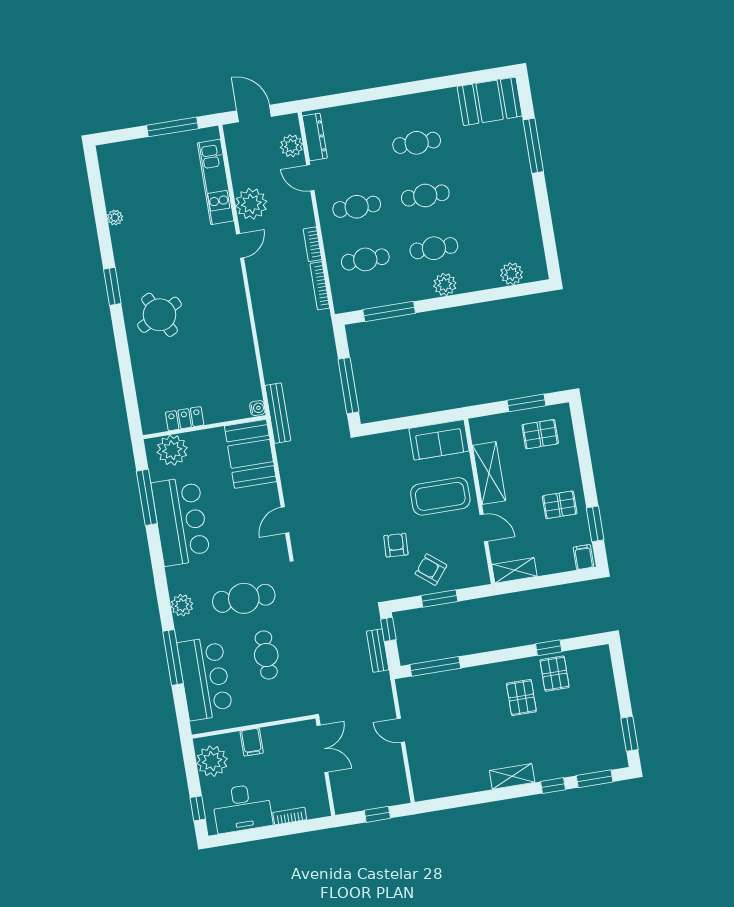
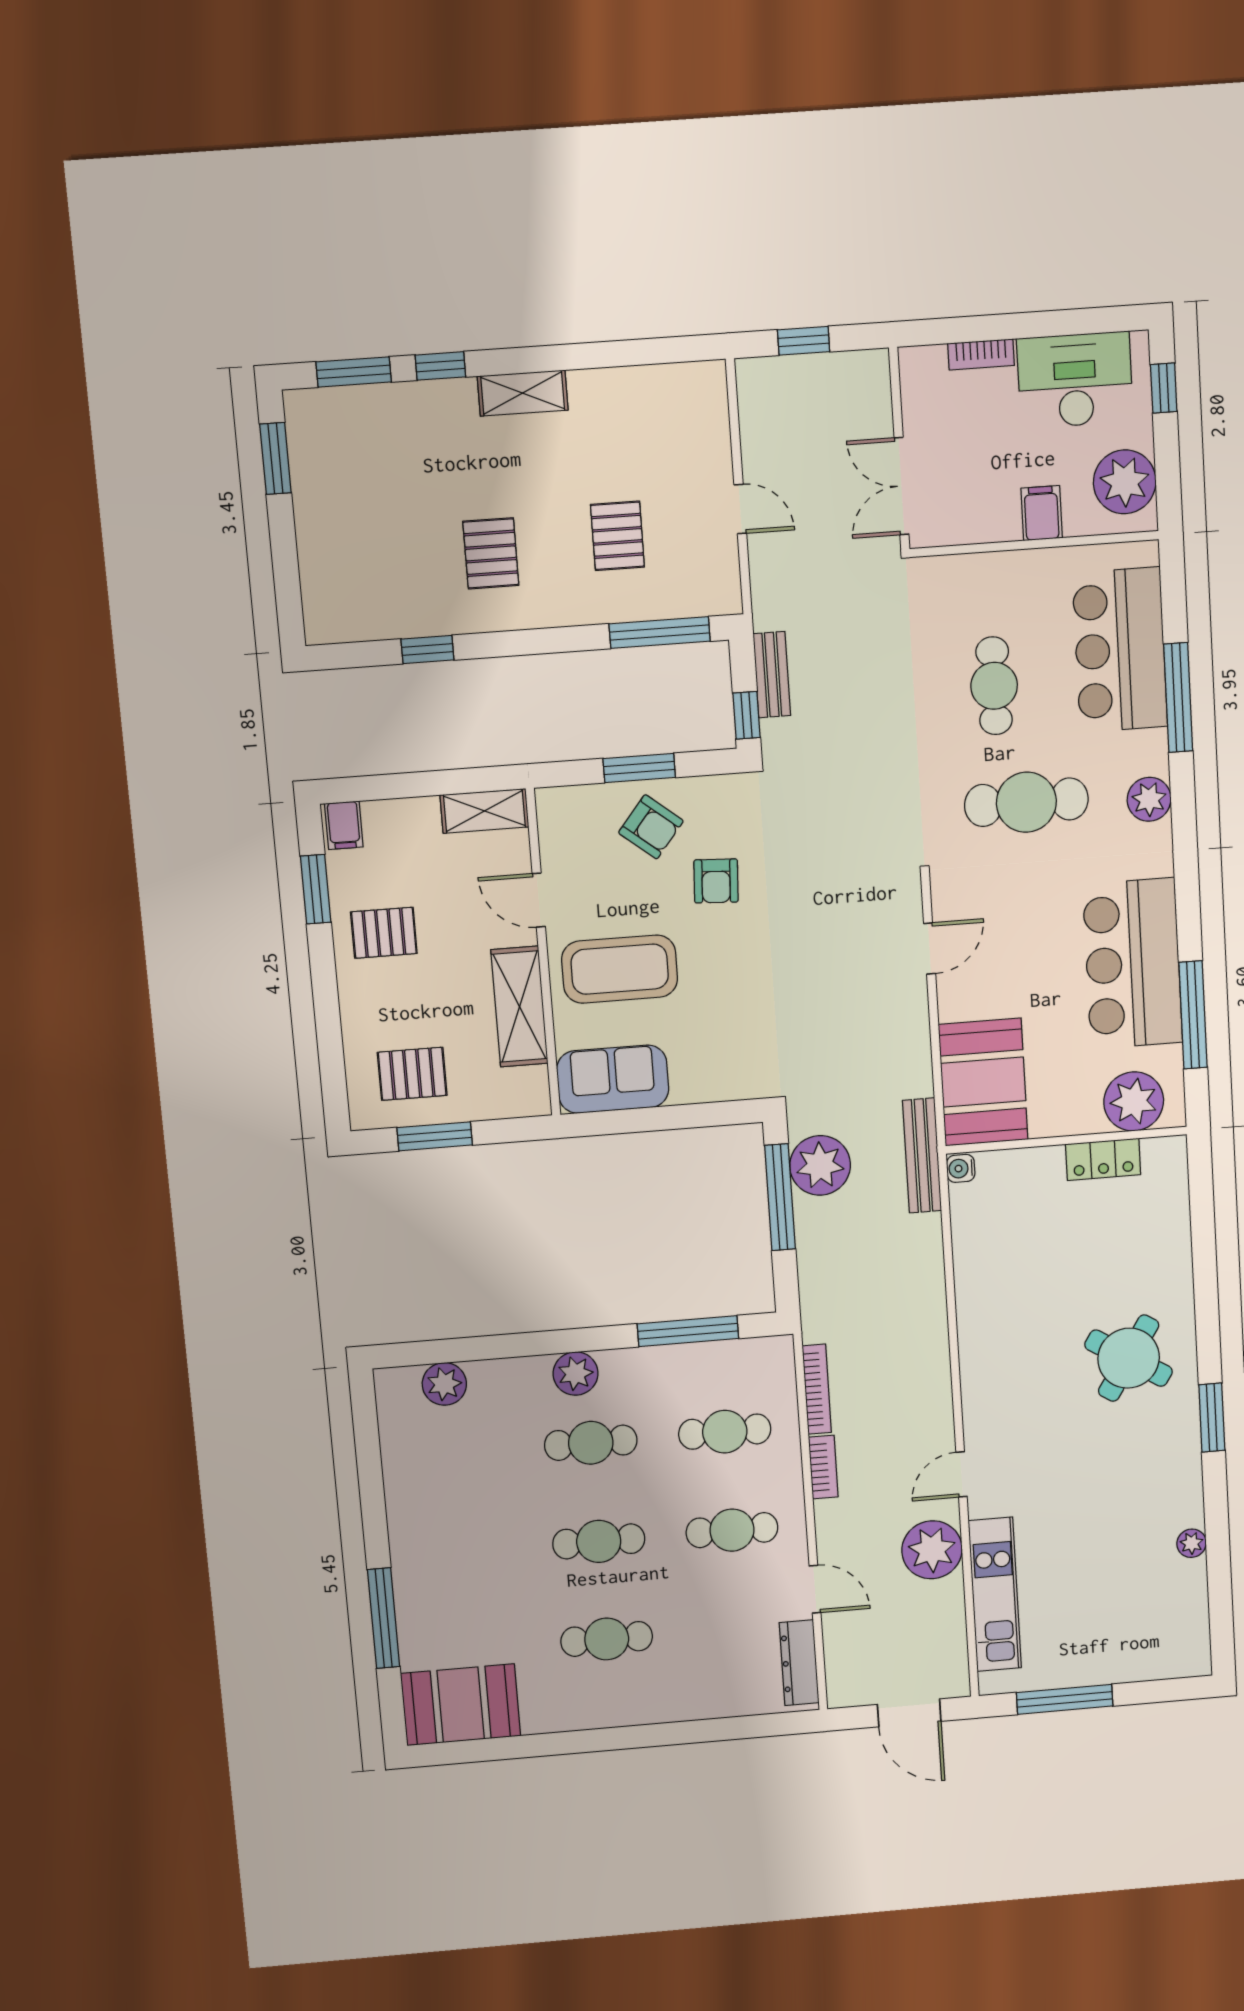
plant: (292, 146) -> (820, 1165), moved, width x1.36, depth x1.36
round table: (160, 315) -> (1129, 1358), turned -31
pallet: (555, 674) -> (617, 536), moved

